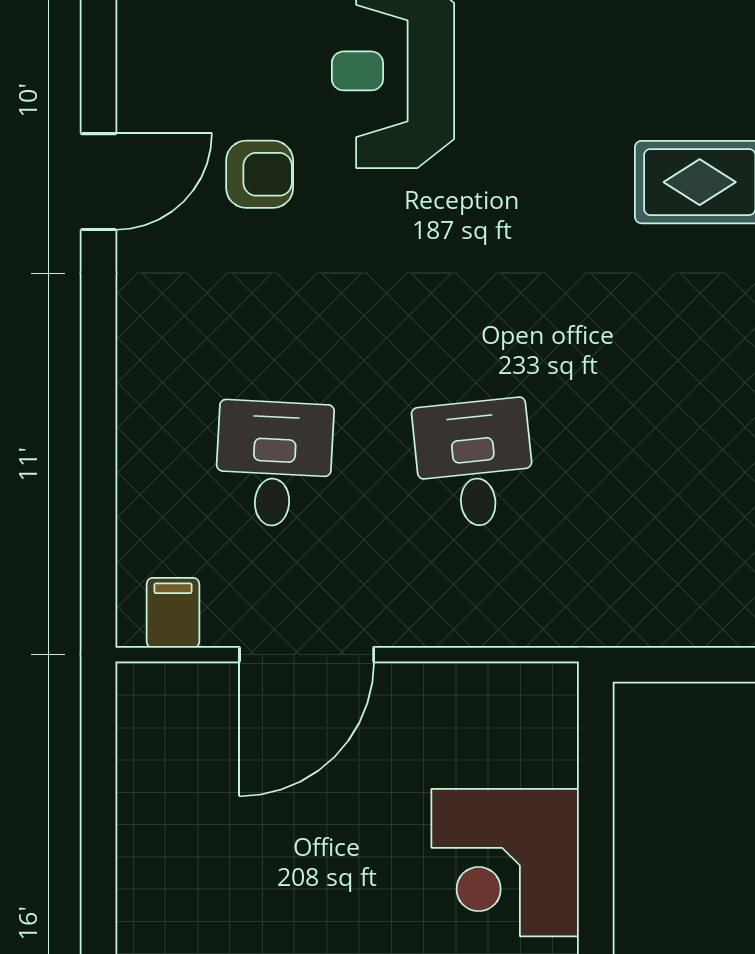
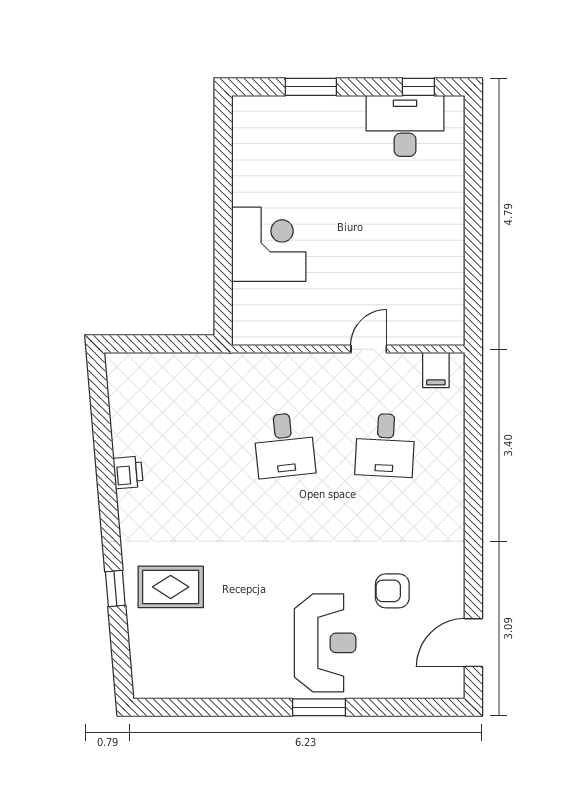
door: (99, 182) -> (473, 643), moved
door: (307, 655) -> (369, 349), width x0.53

